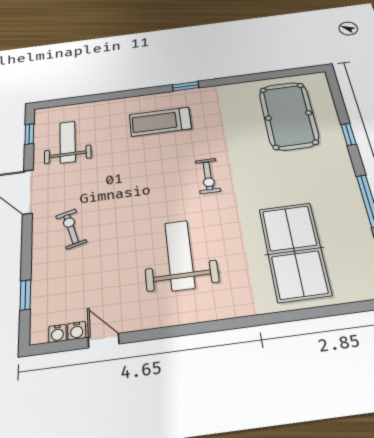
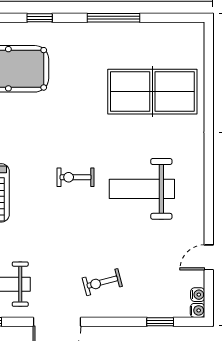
exercise bike: (208, 176) -> (76, 177), moved, turned 180
water cooler: (77, 331) -> (198, 310), moved

